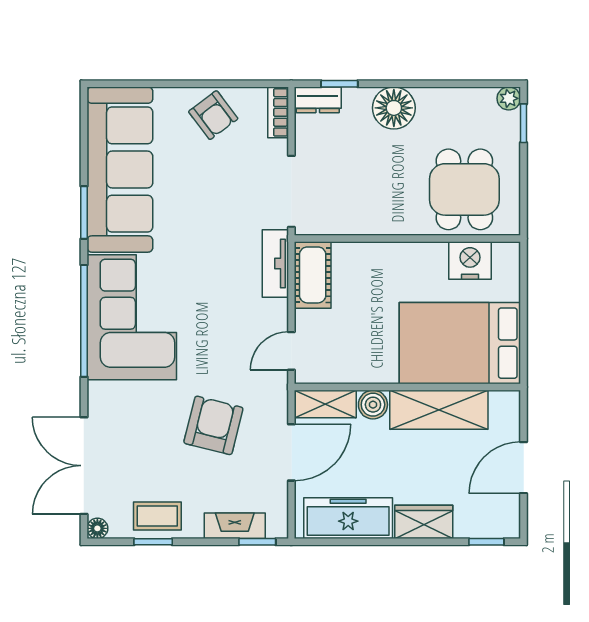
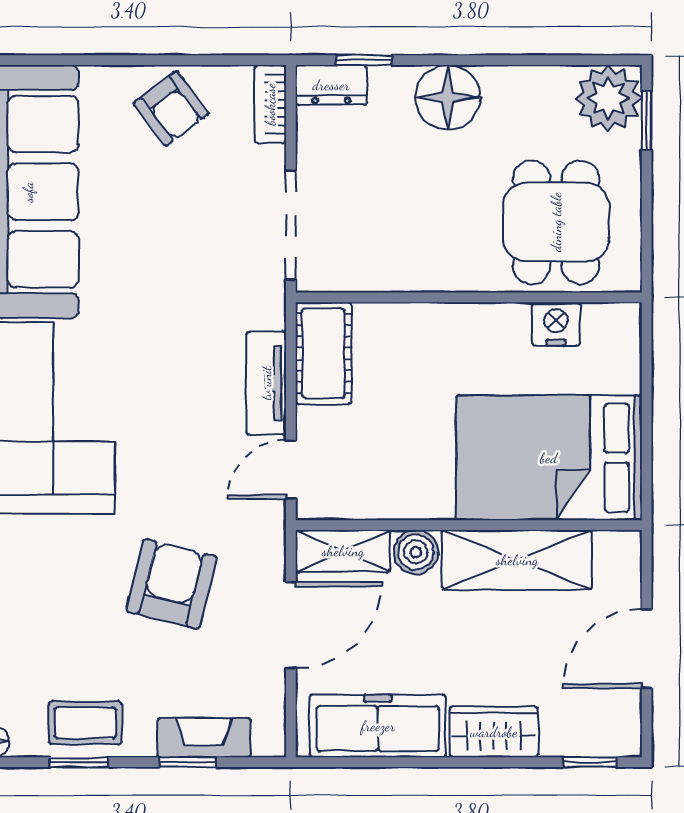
plant: (509, 98) -> (608, 98), width x1.88, depth x1.88
nightstand: (470, 260) -> (556, 324), width x0.74, depth x0.75
tv unit: (275, 263) -> (266, 383), moved
window: (257, 542) -> (187, 762), moved

